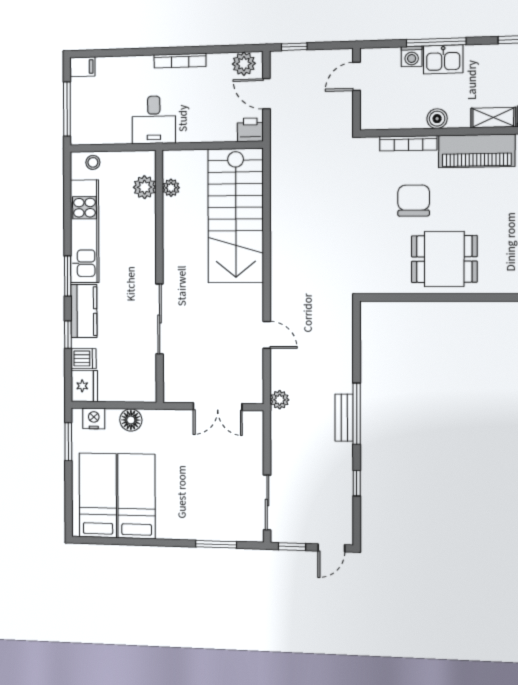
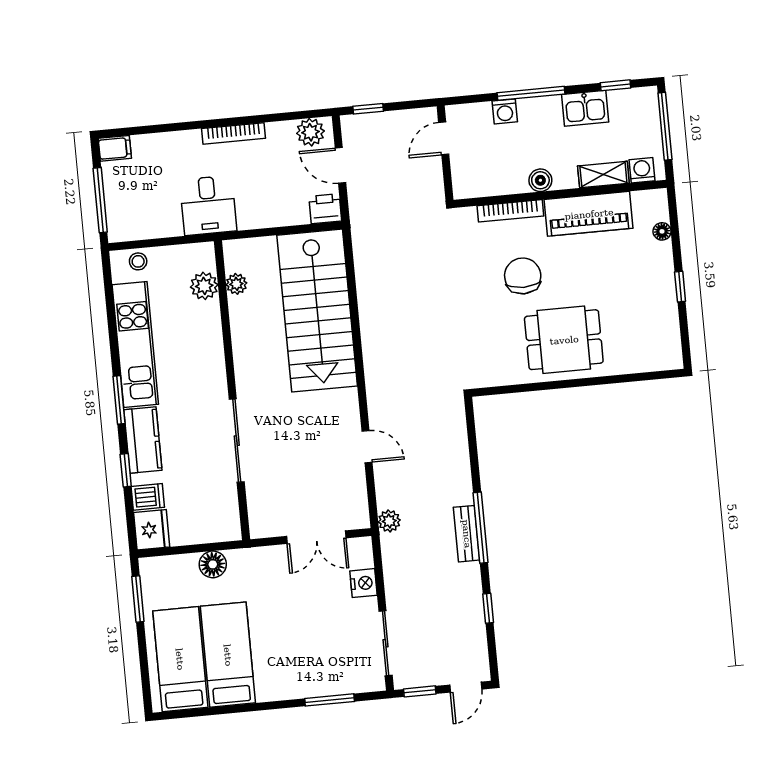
kitchen sink: (443, 59) -> (585, 108), moved
nightstand: (94, 419) -> (363, 583), moved, turned 90

